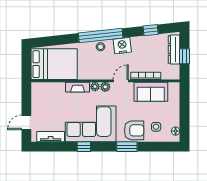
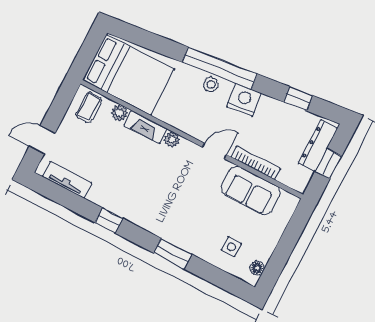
plant: (105, 87) -> (119, 113), moved
coffee table: (42, 92) -> (89, 107), added
corner sofa: (91, 124) -> (136, 192), removed
armchair: (134, 130) -> (196, 235), removed

